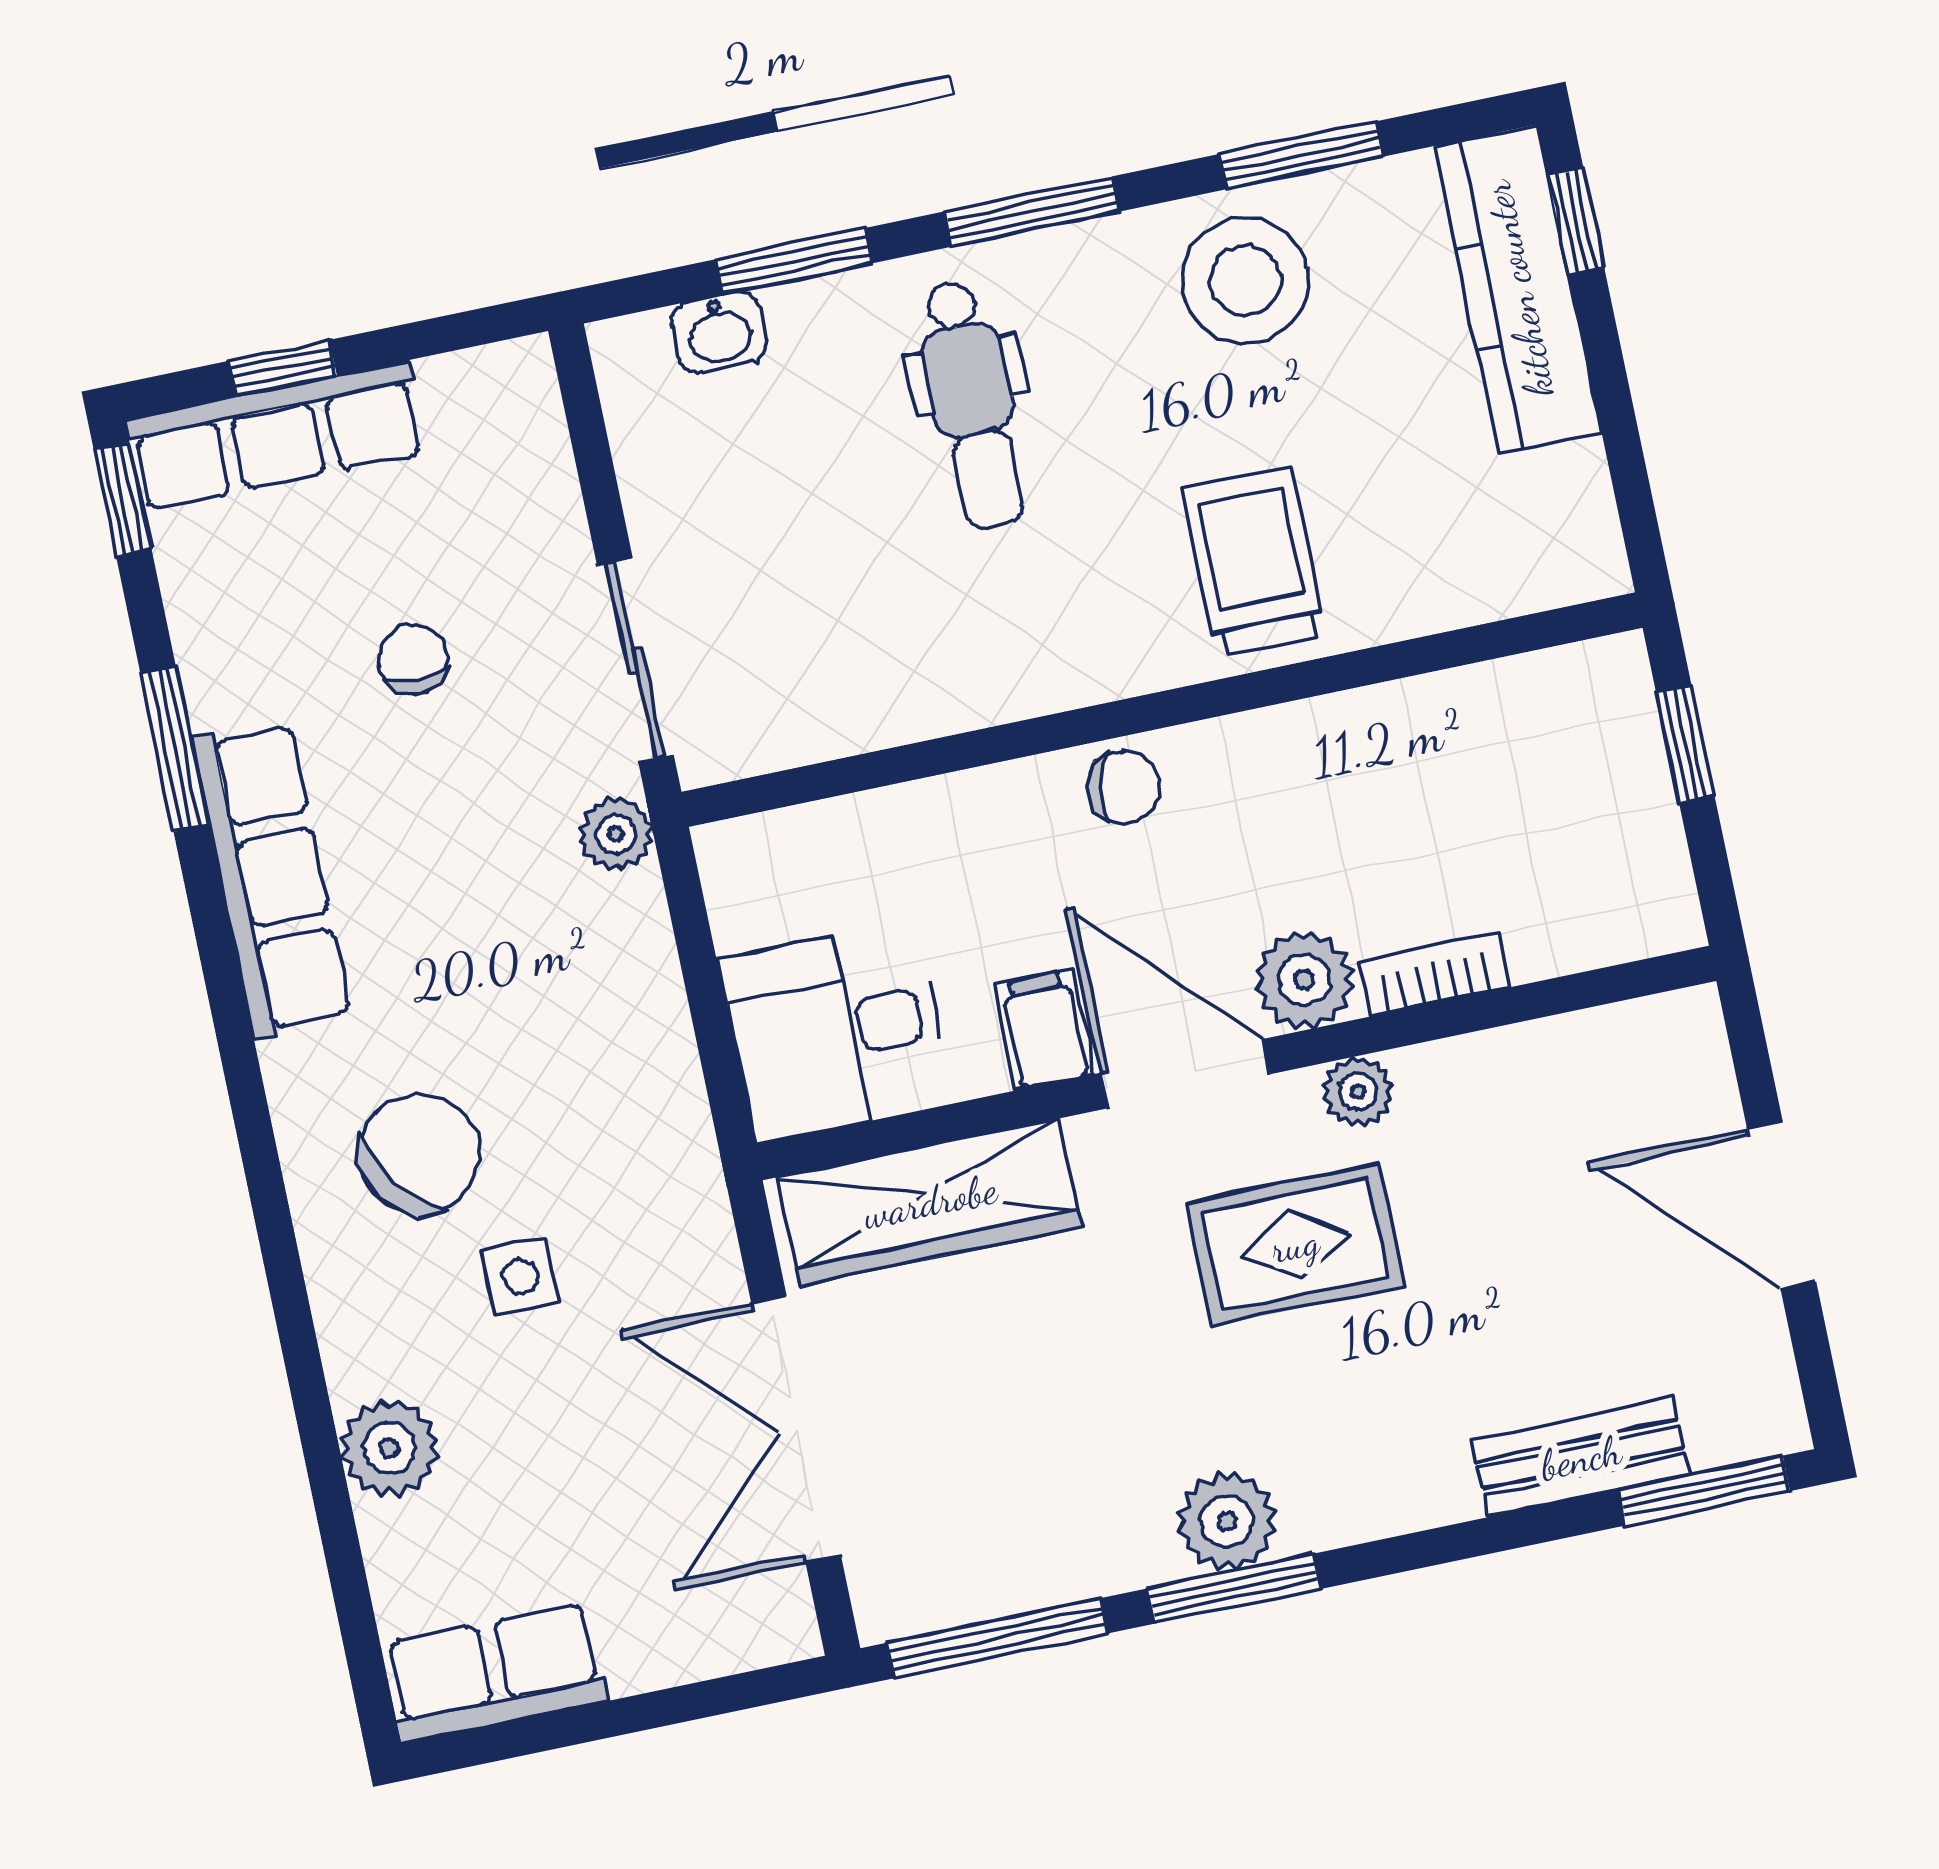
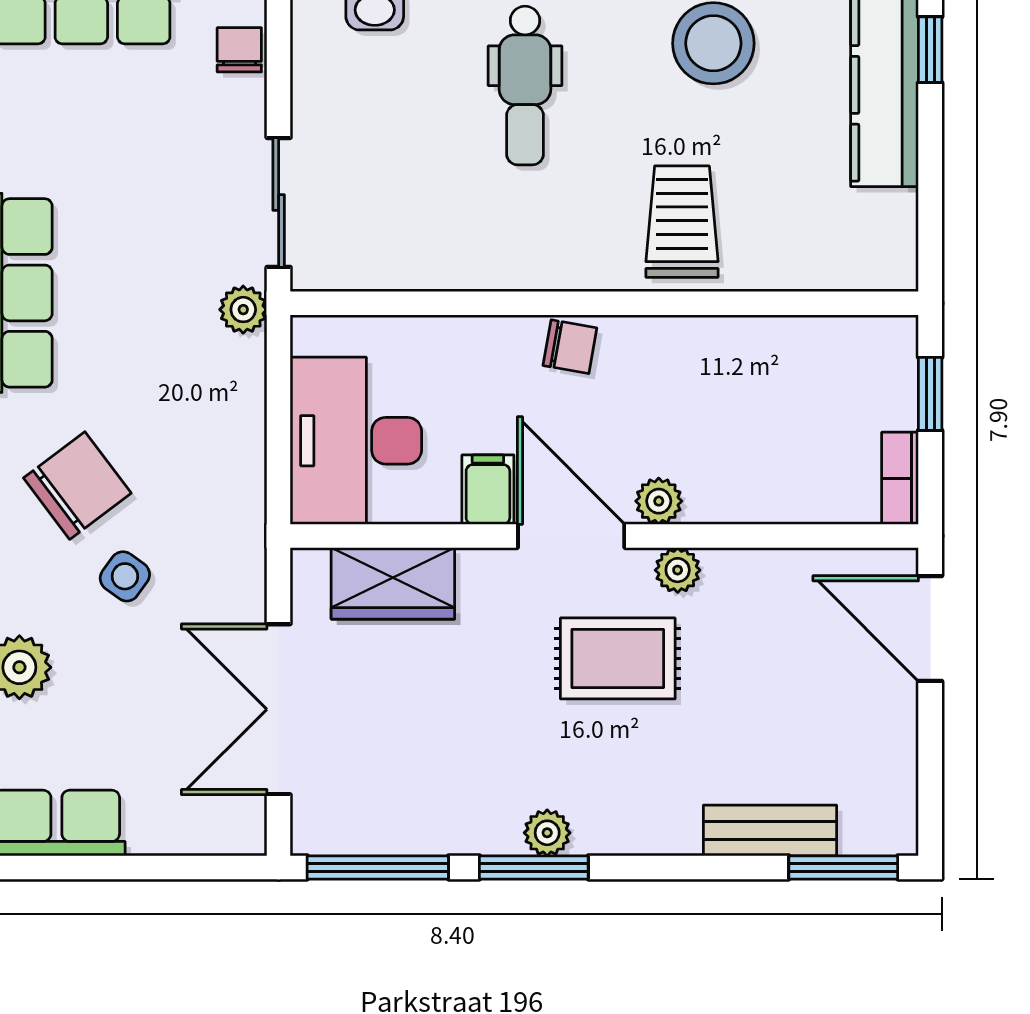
chair: (413, 659) -> (239, 50), moved
bookcase: (1434, 974) -> (900, 478), moved, turned -90
plant: (1305, 980) -> (659, 501), width x0.73, depth x0.73
desk: (836, 1032) -> (356, 441), width x1.37
wardrobe: (930, 1202) -> (393, 583), width x0.67
door: (1782, 1205) -> (930, 629), moved
side table: (521, 1276) -> (125, 576), turned 36
plant: (1227, 1521) -> (547, 833), width x0.73, depth x0.73

